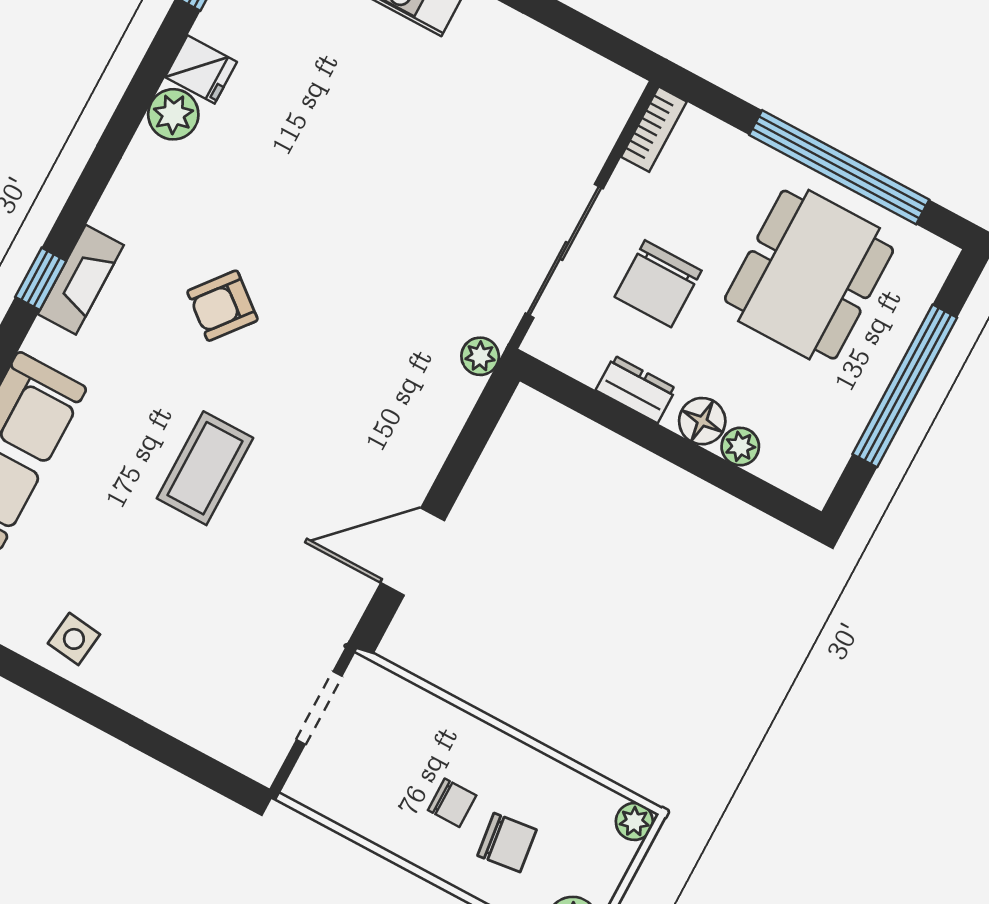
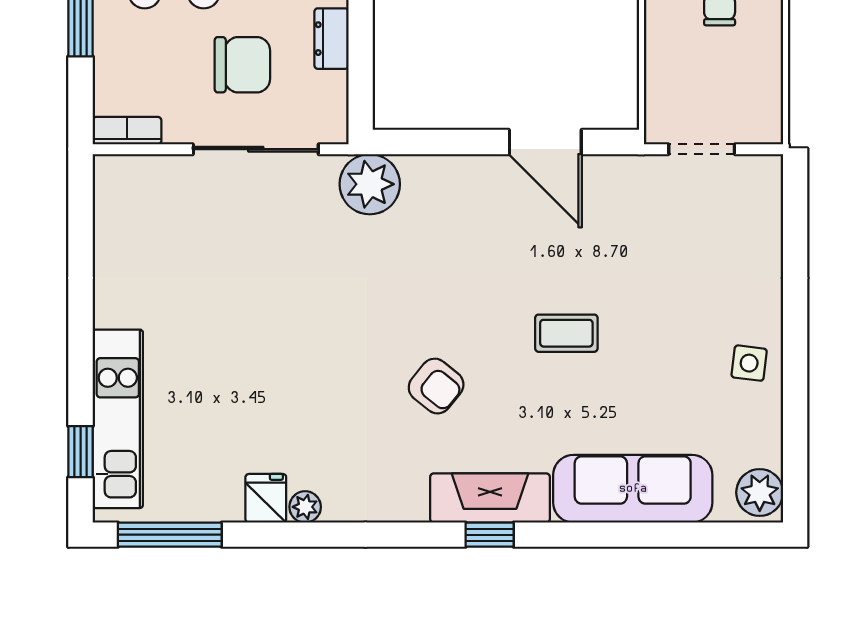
plant: (173, 114) -> (305, 507), width x0.73, depth x0.73
fireplace: (81, 280) -> (490, 498), width x1.37, depth x1.32
plant: (480, 356) -> (370, 184), width x1.88, depth x1.88
coffee table: (205, 468) -> (566, 333), width x0.73, depth x0.77

